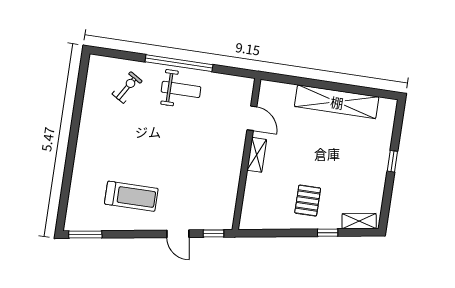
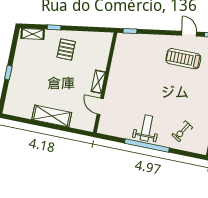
weight bench: (181, 89) -> (146, 128), turned 90
shelving: (337, 102) -> (52, 116), width x0.68
door: (178, 234) -> (189, 34), moved

